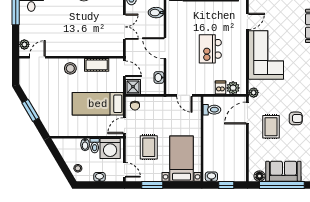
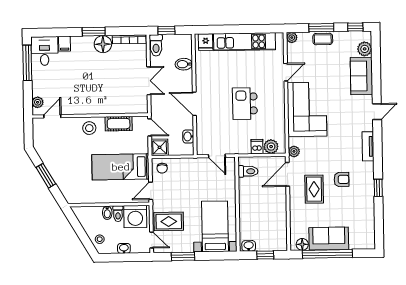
rug: (149, 147) -> (169, 221), moved, turned 90

